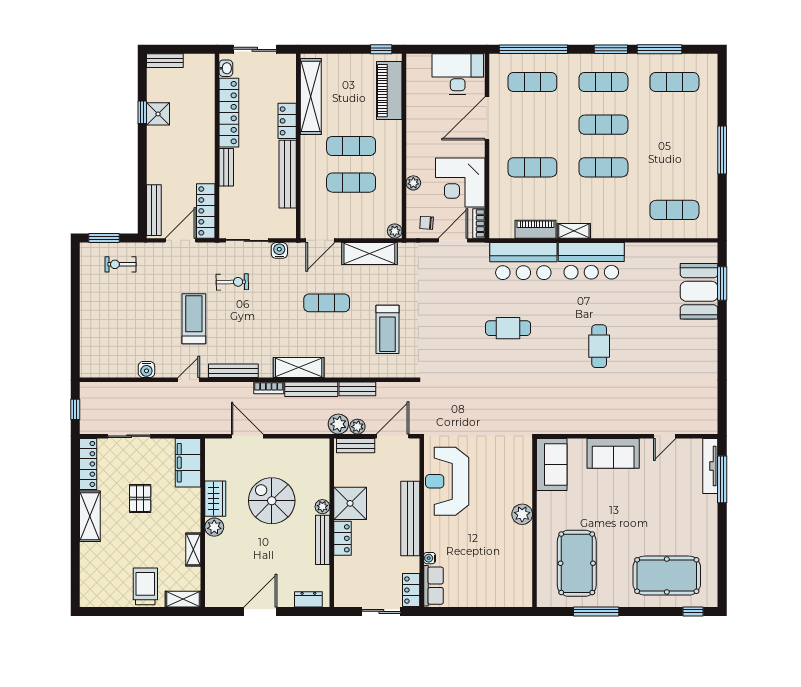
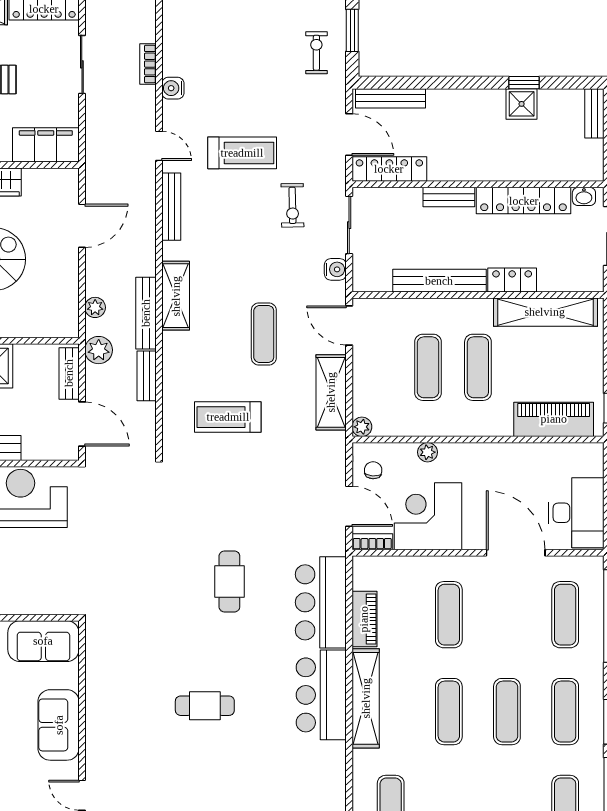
shelving: (574, 231) -> (366, 698), width x2.20, depth x1.33
bookcase: (269, 388) -> (148, 64), moved
plant: (357, 427) -> (95, 307), moved

